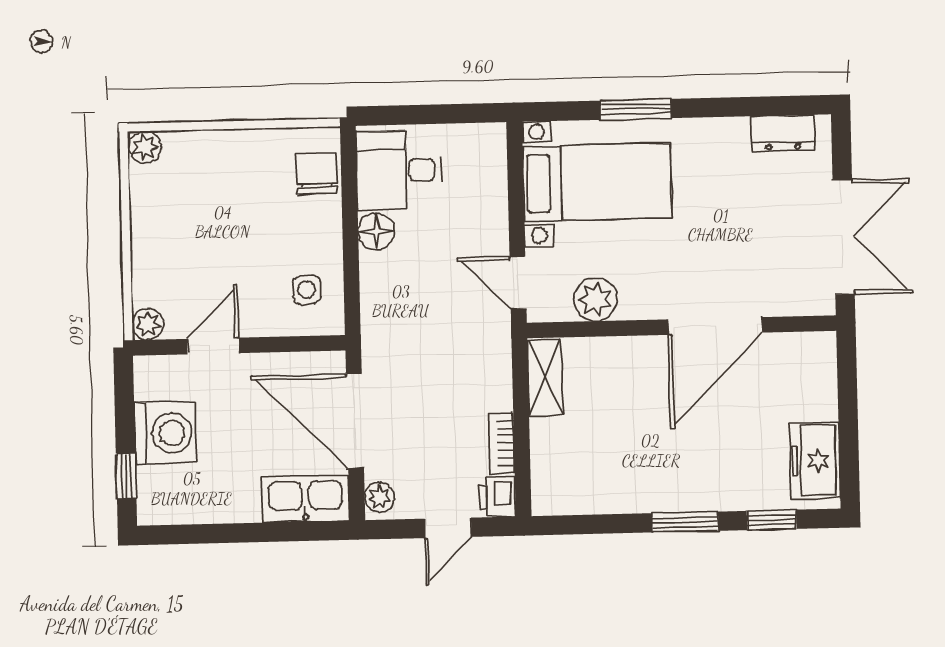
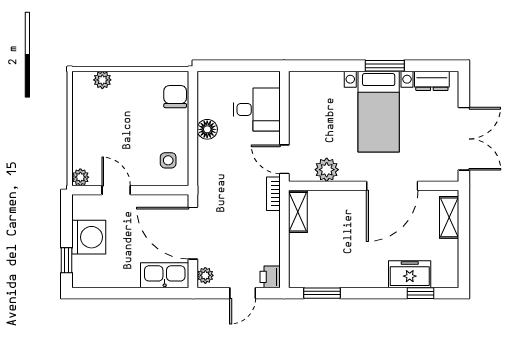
window: (636, 109) -> (385, 66), moved
plant: (145, 147) -> (102, 80), moved
desk: (399, 170) -> (257, 109), moved, turned 180
bed with nightstands: (597, 182) -> (379, 112), moved, turned 90
door: (213, 346) -> (116, 190), hinge flipped
shelving: (820, 381) -> (449, 217), added
bookcase: (502, 443) -> (273, 194), moved
freezer: (815, 460) -> (410, 274), moved, turned 90
window: (685, 522) -> (322, 293), moved

